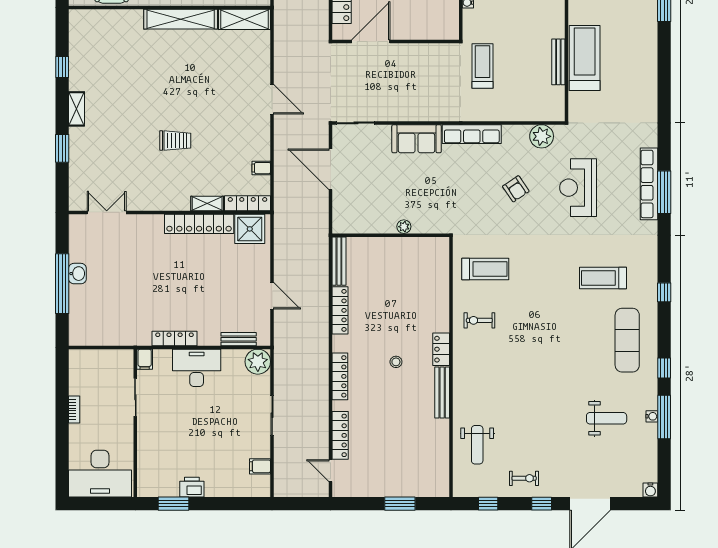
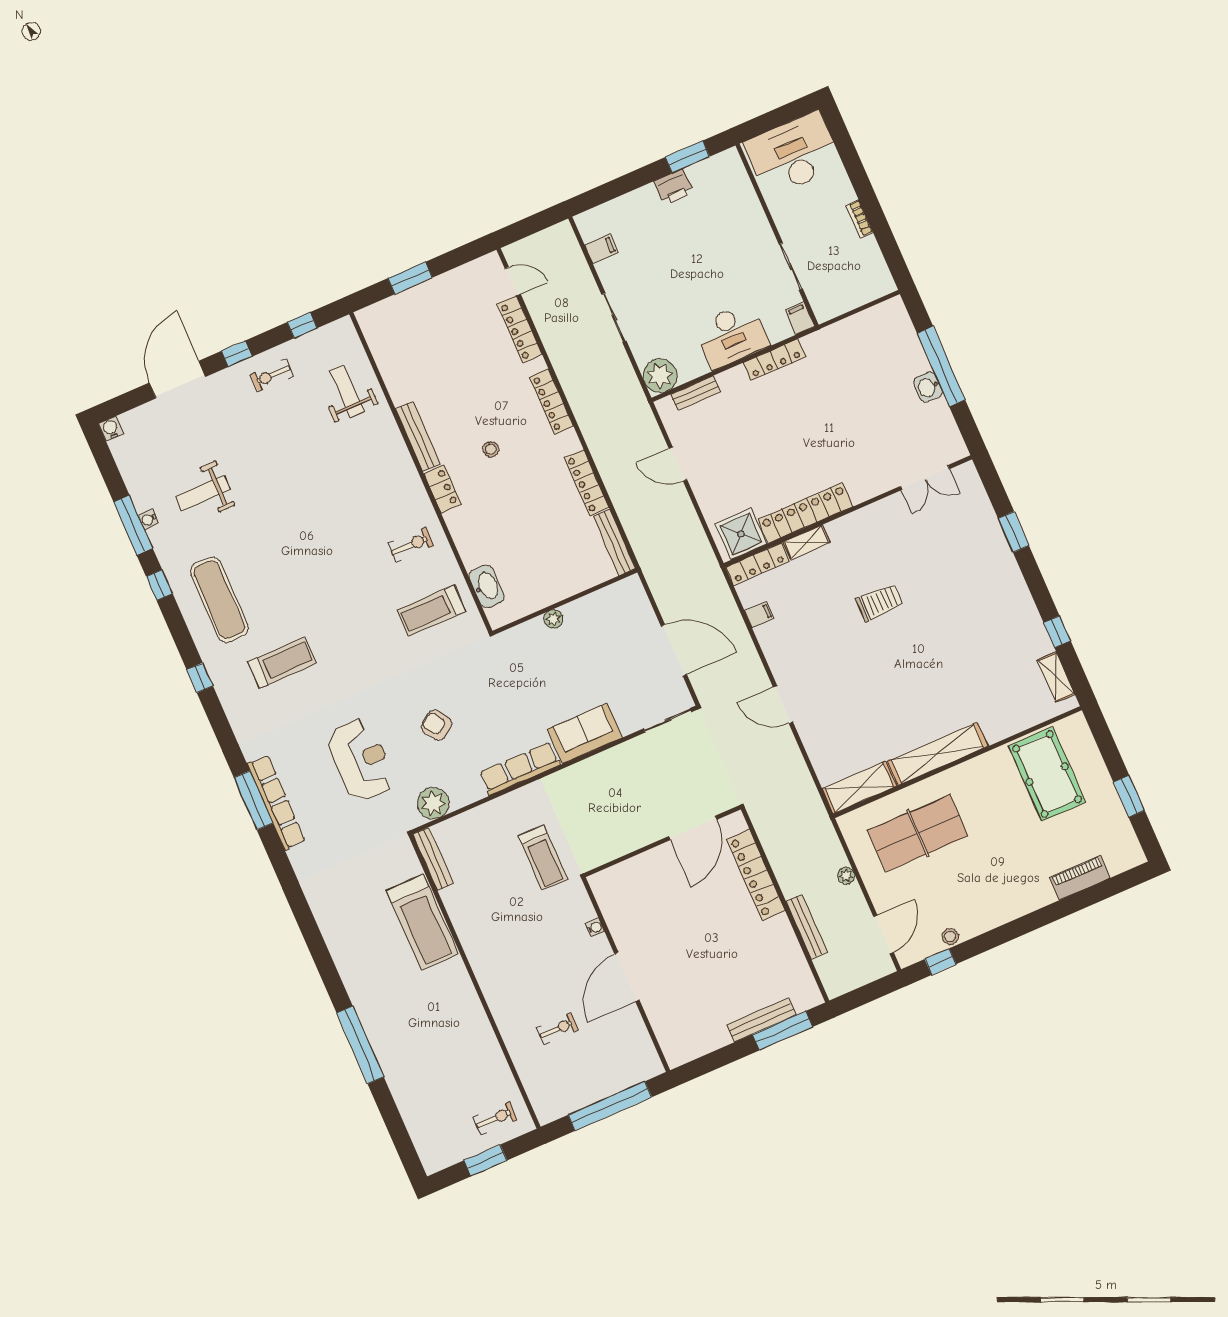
bench: (558, 62) -> (433, 859), moved
shelving: (76, 109) -> (1056, 677), moved
trolley: (175, 141) -> (879, 602), turned 180
washbasin: (440, 269) -> (487, 586), added

